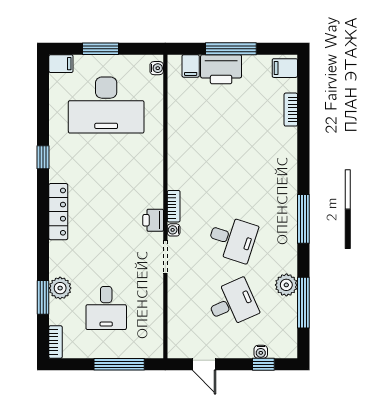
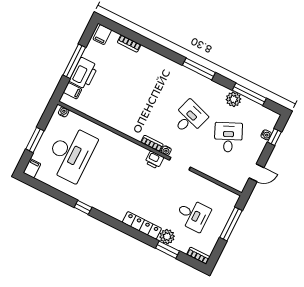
locker: (58, 212) -> (142, 225), moved

